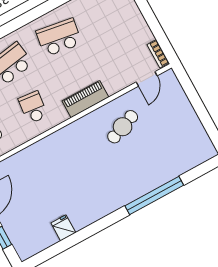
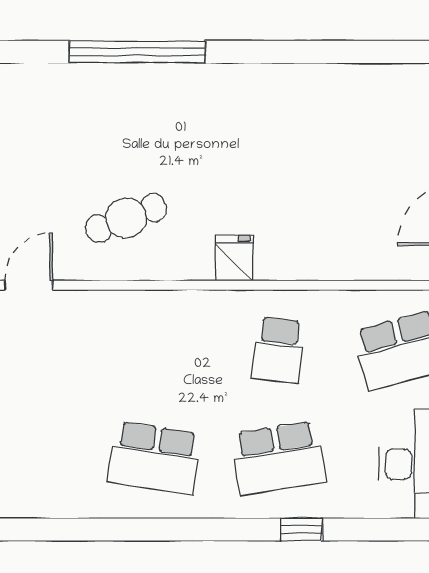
piano: (85, 99) -> (168, 311), removed
fridge: (63, 228) -> (234, 258), moved, turned 180

